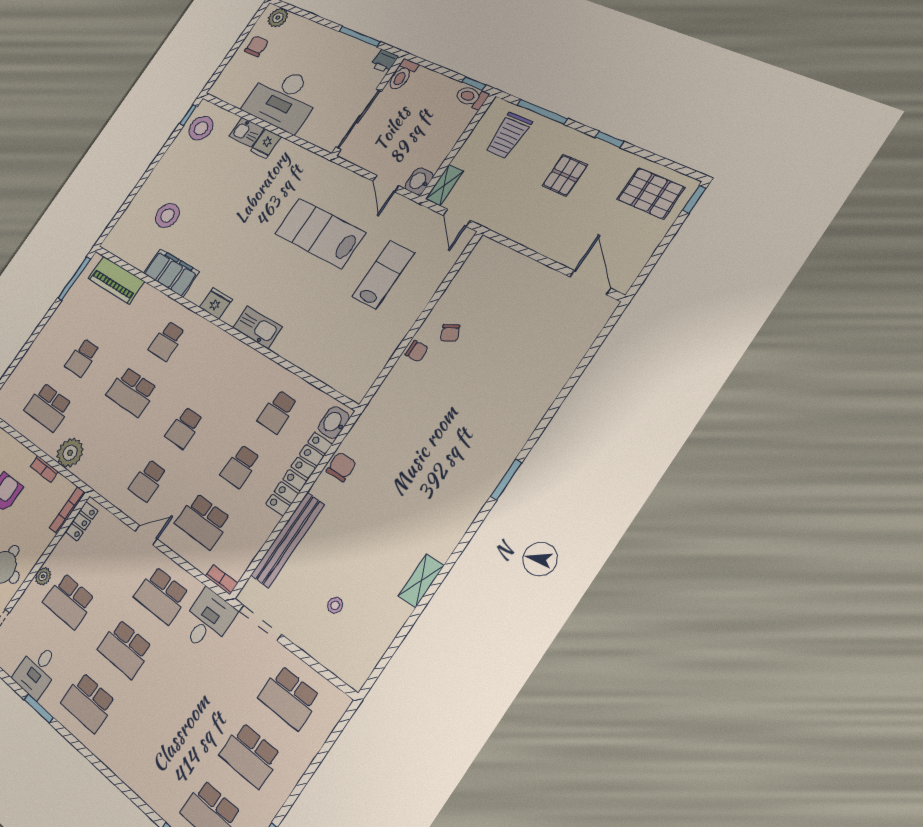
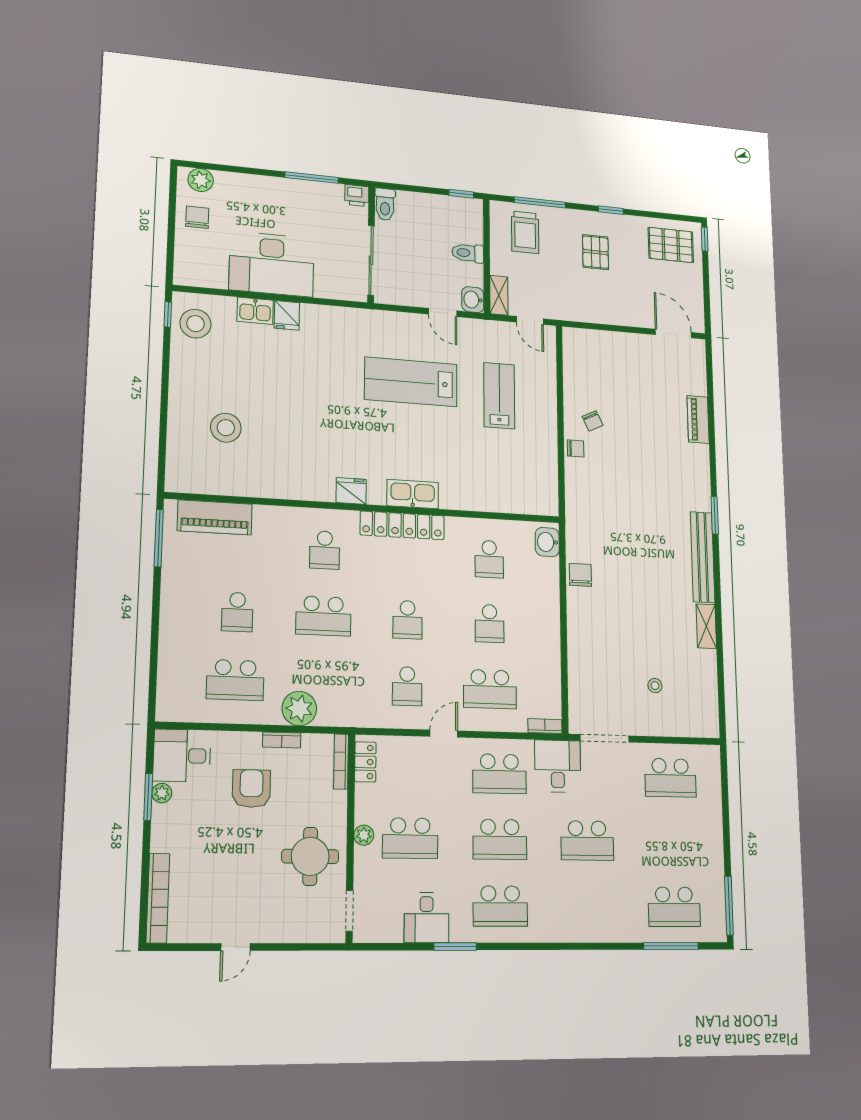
toilet: (471, 97) -> (468, 253), moved
filing cabinet: (171, 272) -> (277, 482), removed
piano: (556, 378) -> (698, 420), added
locker: (299, 474) -> (402, 525), moved, turned -90
bench: (288, 540) -> (703, 557), moved
school desk: (250, 755) -> (587, 841), moved

